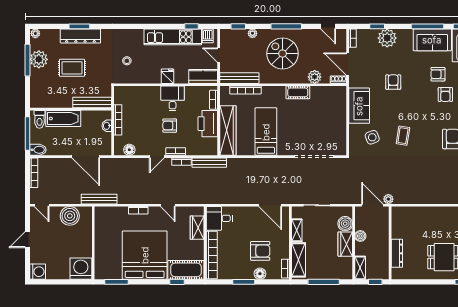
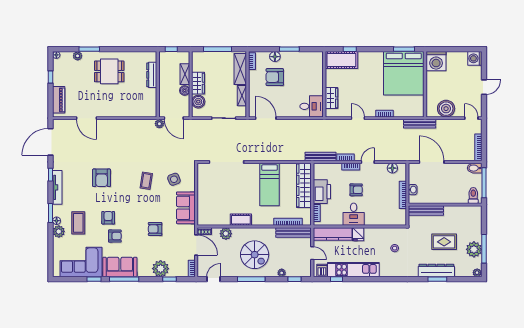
door: (328, 26) -> (214, 279), hinge flipped
kitchen counter: (203, 76) -> (333, 234), width x1.50
armchair: (393, 82) -> (155, 229), turned 90
bathtub: (63, 118) -> (452, 196), removed
bed: (145, 255) -> (404, 73), moved
bookcase: (212, 255) -> (318, 73), removed
shelving: (360, 268) -> (185, 74), moved

